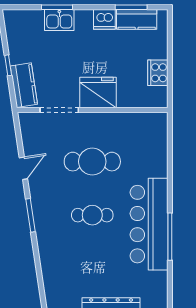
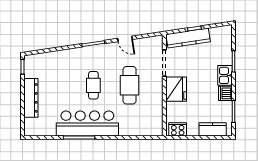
kitchen counter: (137, 19) -> (213, 129), moved, turned 90
kitchen sink: (59, 20) -> (225, 75), moved
cooker: (158, 73) -> (178, 129), moved
kitchen counter: (24, 85) -> (188, 38), width x1.50

